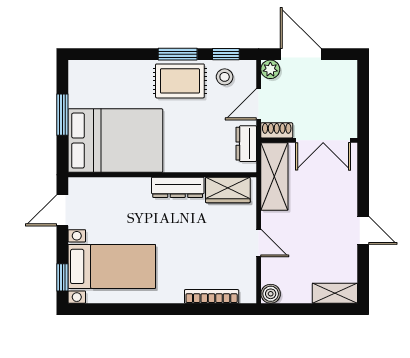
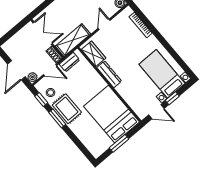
window: (62, 277) -> (172, 98), moved

